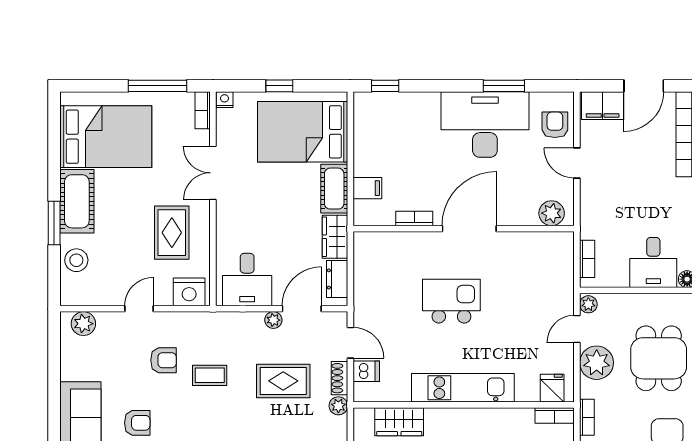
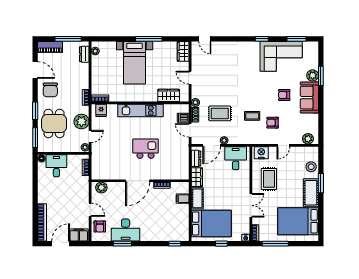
desk: (485, 125) -> (126, 230), width x0.73, depth x0.77
kitchen island: (451, 301) -> (145, 149), turned 180

